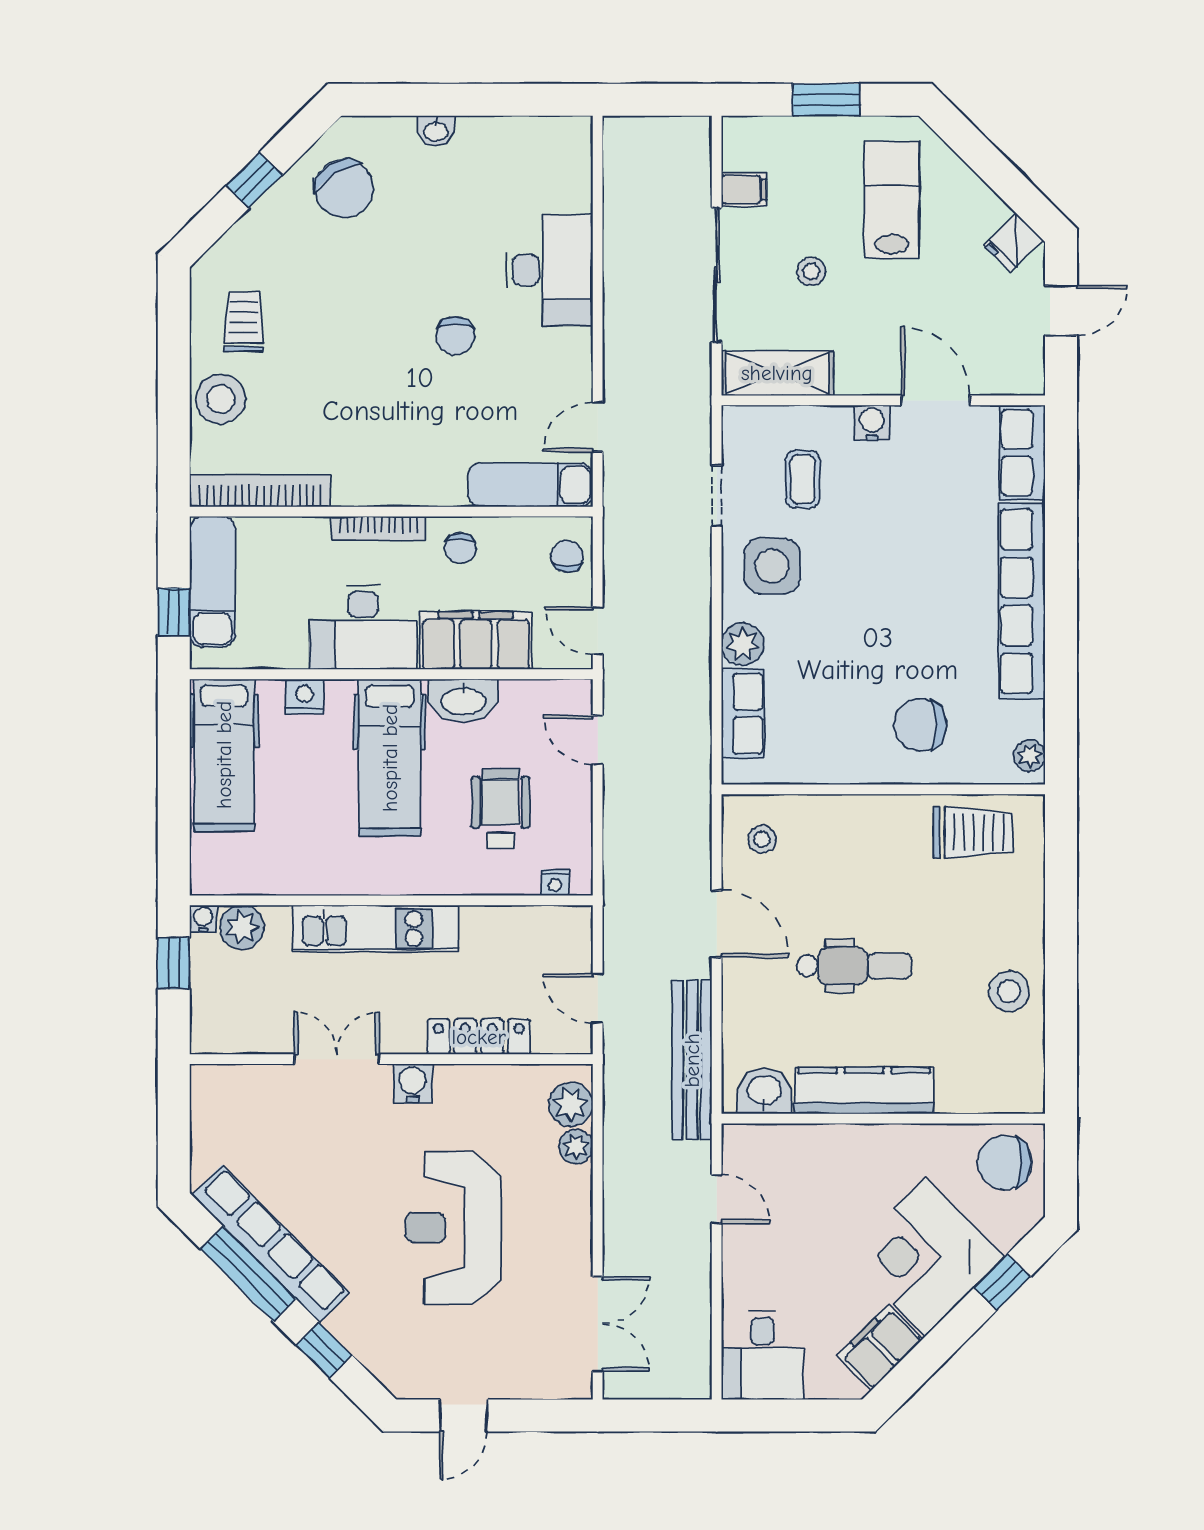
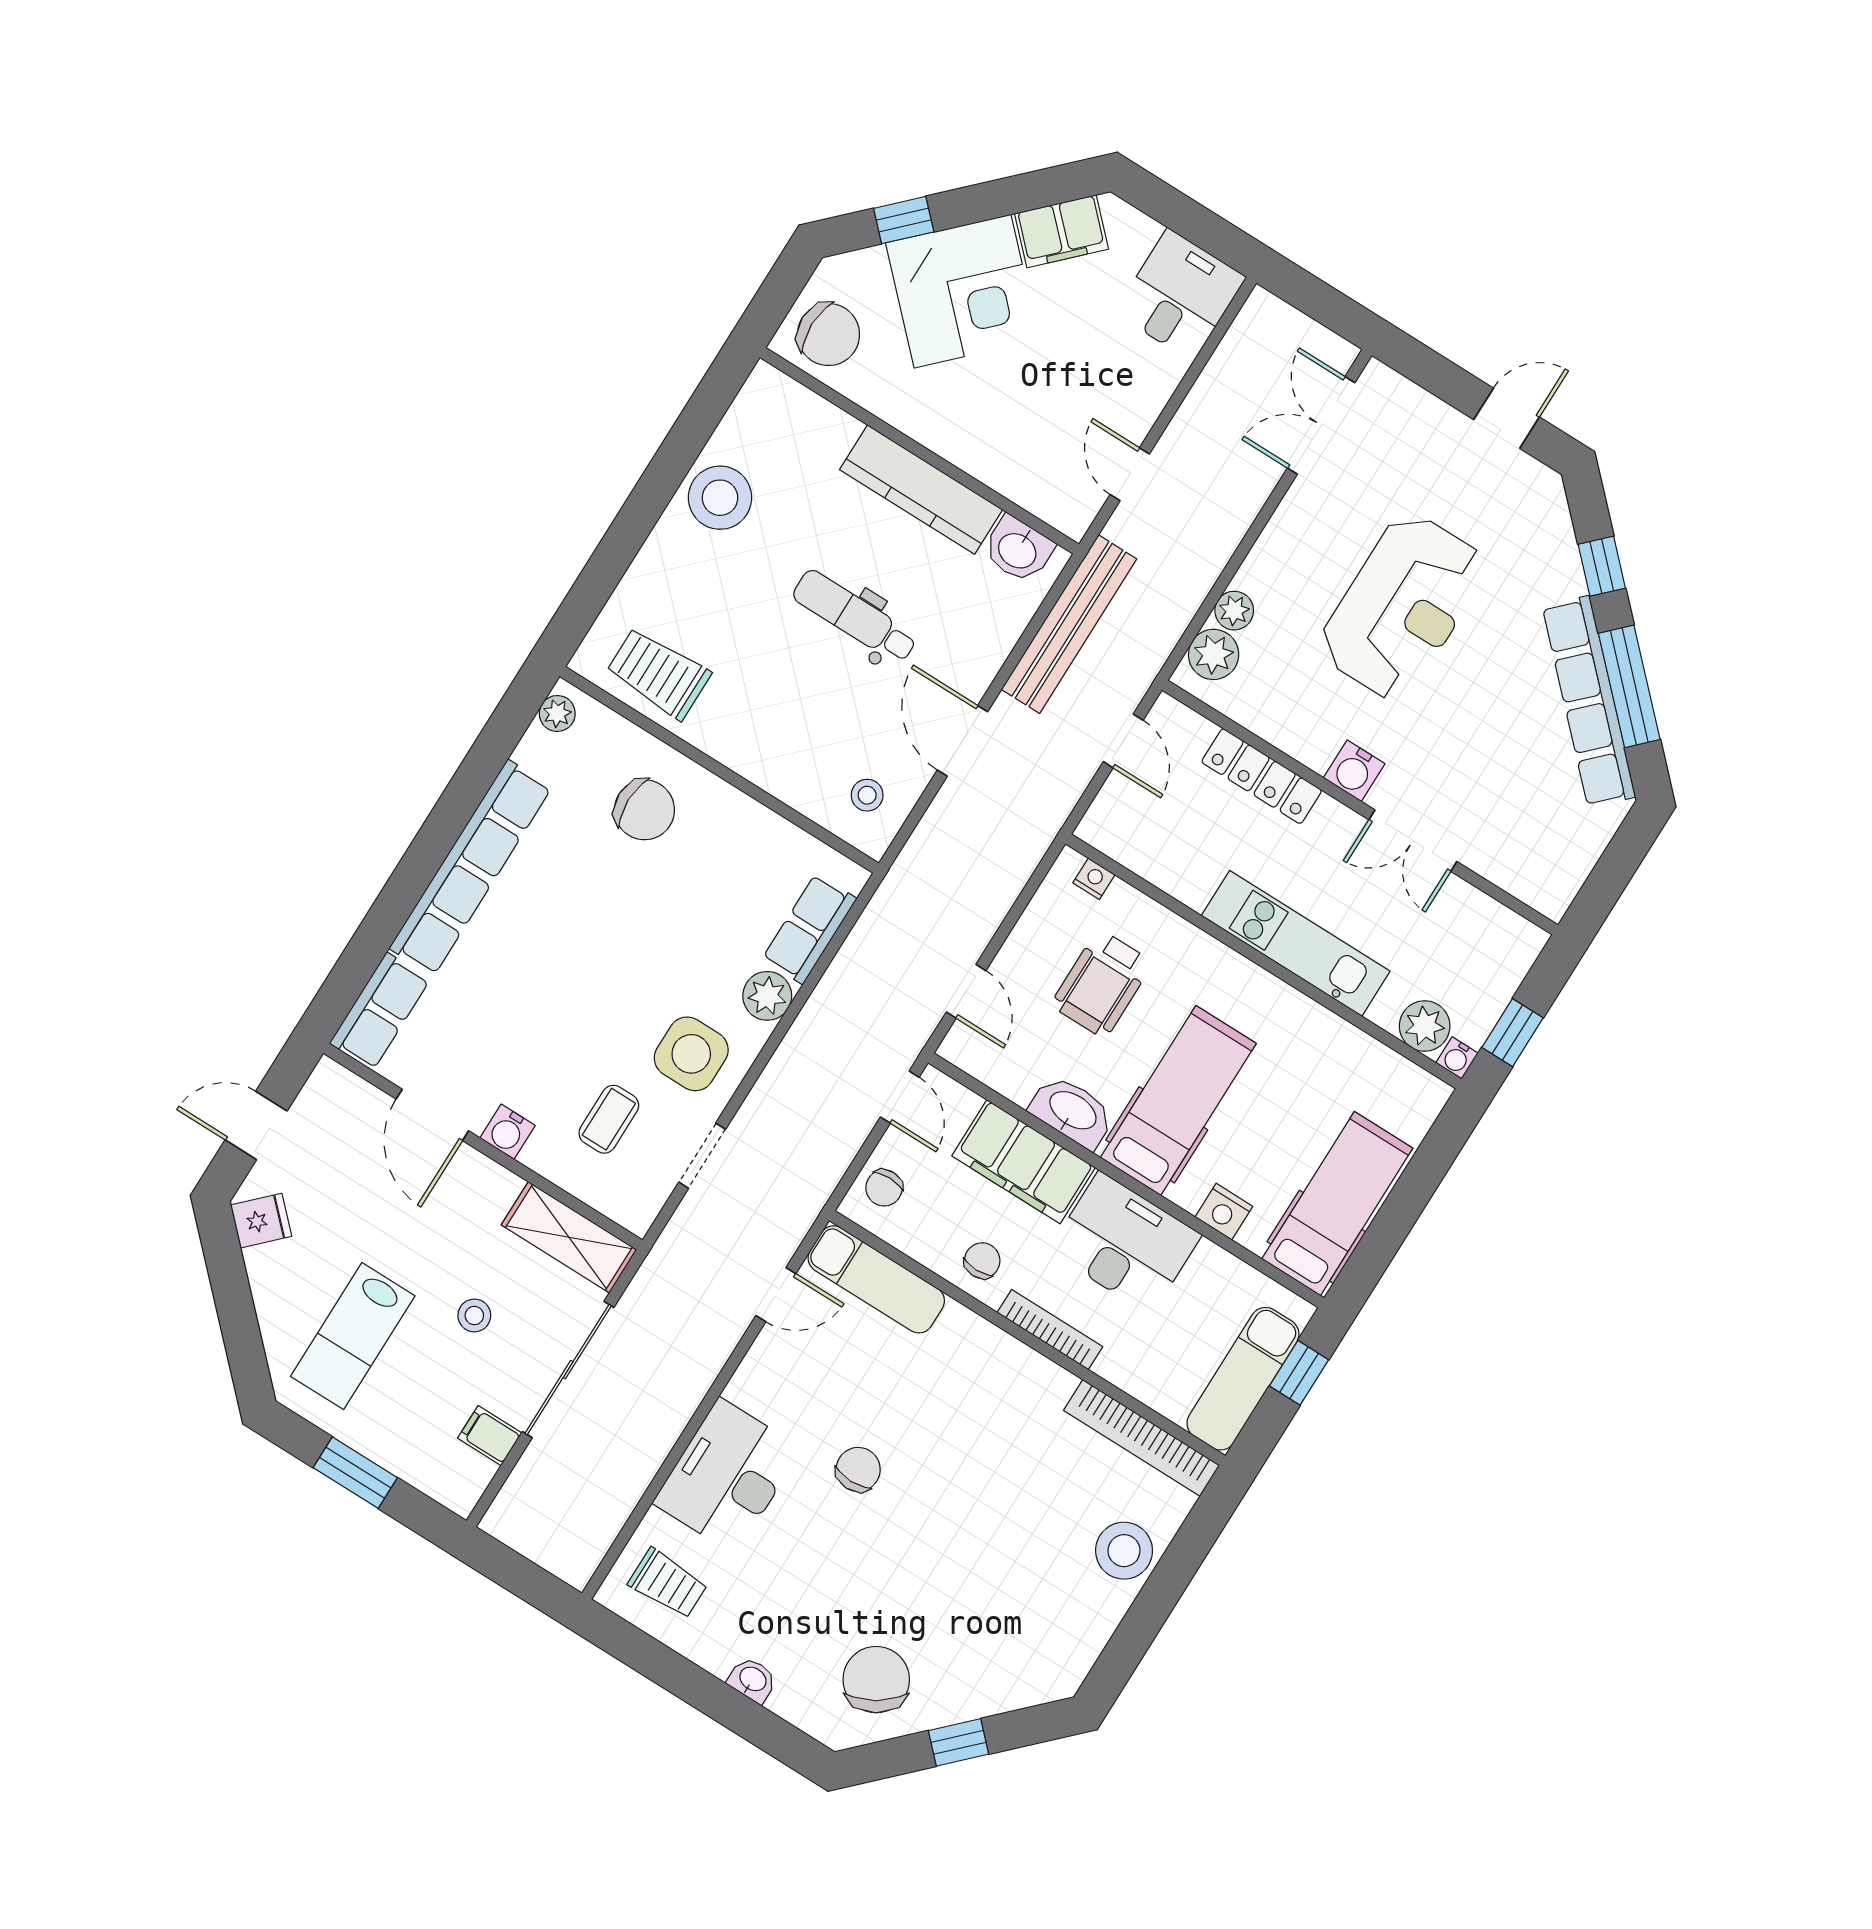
trolley: (244, 322) -> (668, 1583), moved, turned -90
stool: (1009, 991) -> (720, 498), width x1.38, depth x1.38

